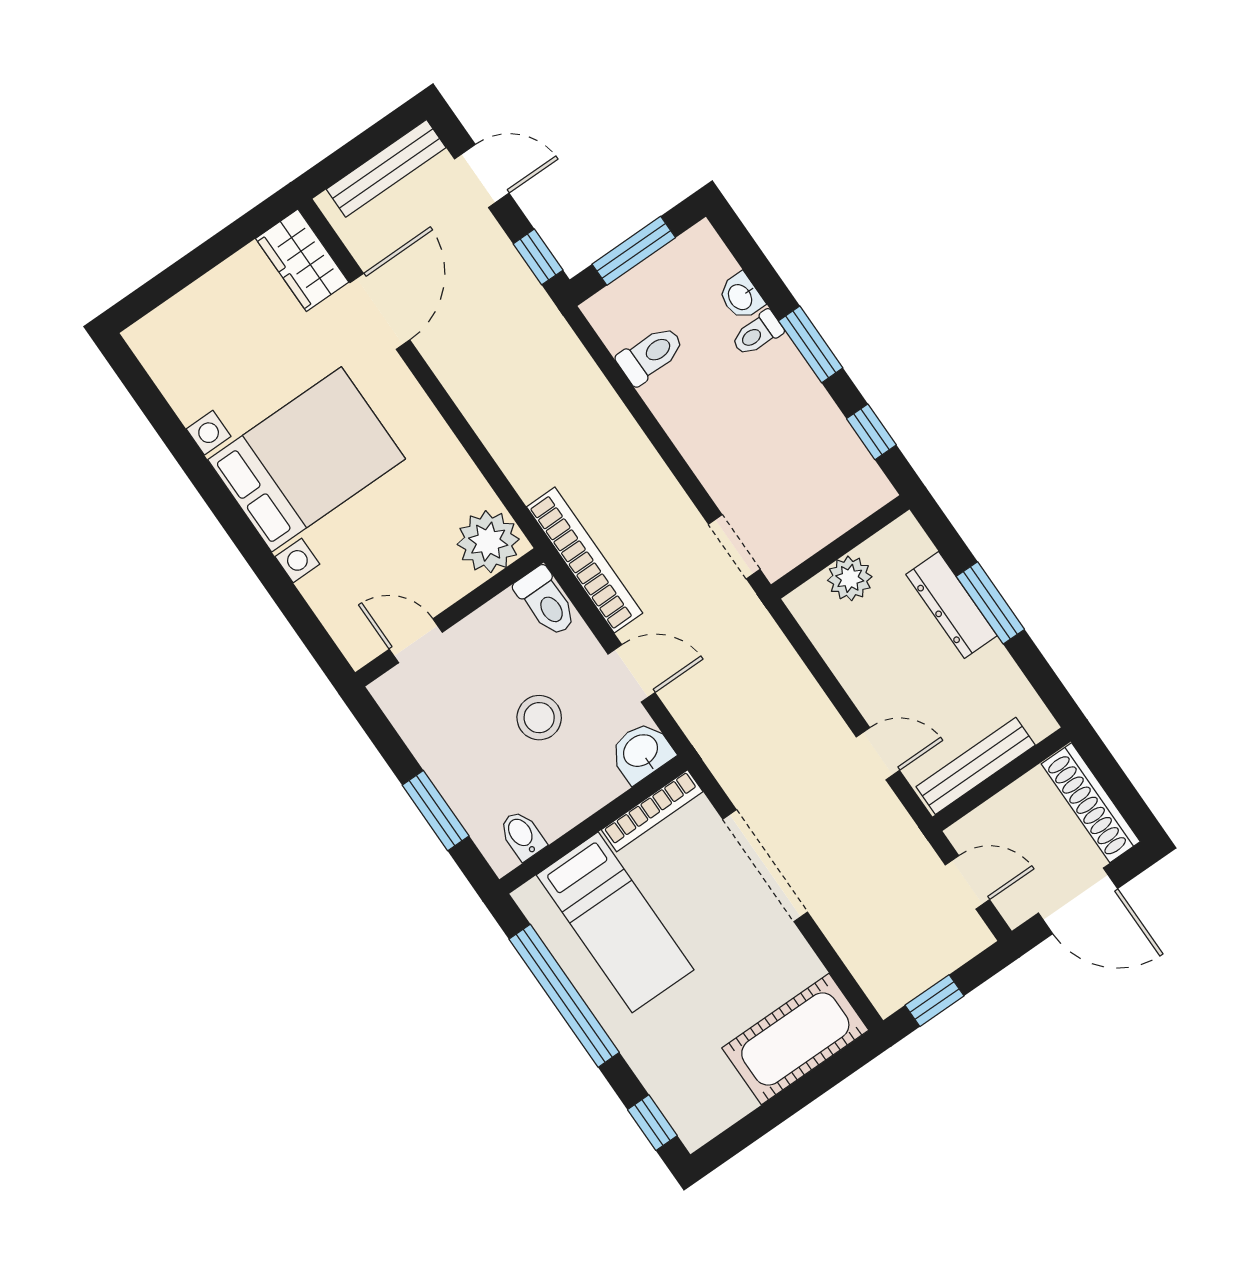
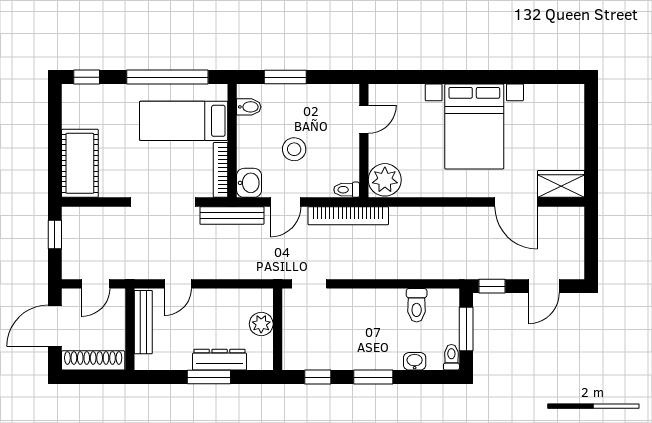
bench: (386, 168) -> (232, 216), moved, turned 90
toilet: (757, 333) -> (451, 357), moved
toilet: (546, 602) -> (347, 190), width x0.73, depth x0.72

